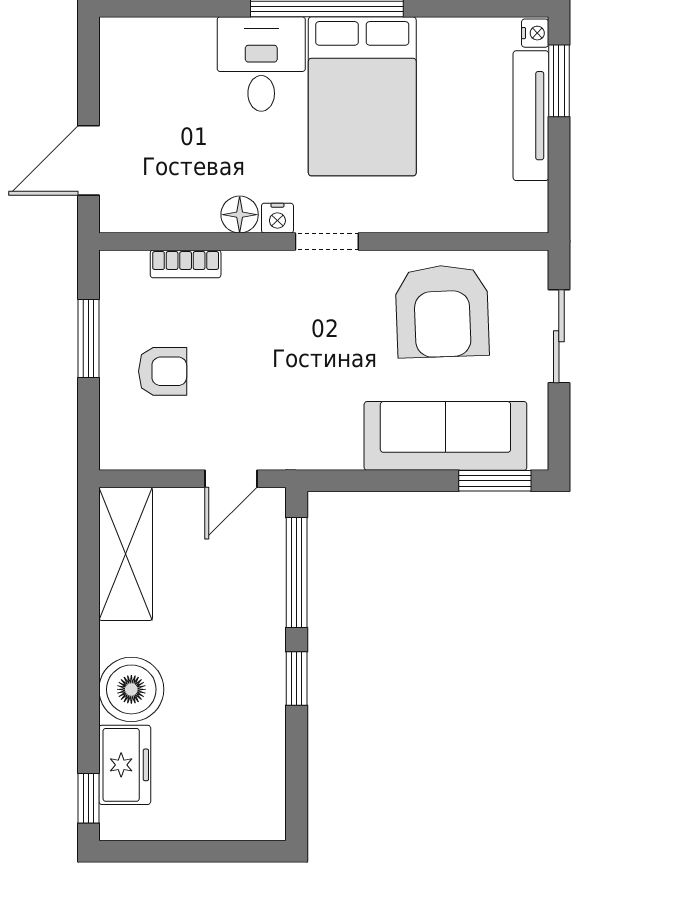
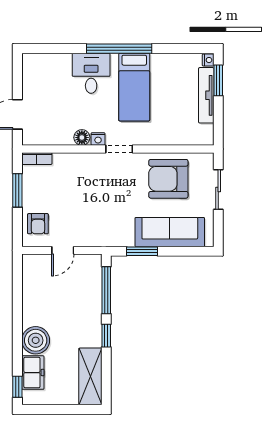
bed: (362, 96) -> (134, 87), width x0.67
bookcase: (186, 264) -> (37, 159), moved
armchair: (442, 311) -> (168, 179), turned 92
armchair: (163, 371) -> (38, 224), moved, turned 90
door: (231, 479) -> (63, 250), moved
window: (495, 481) -> (142, 251), moved
shelving: (126, 554) -> (90, 376), moved

